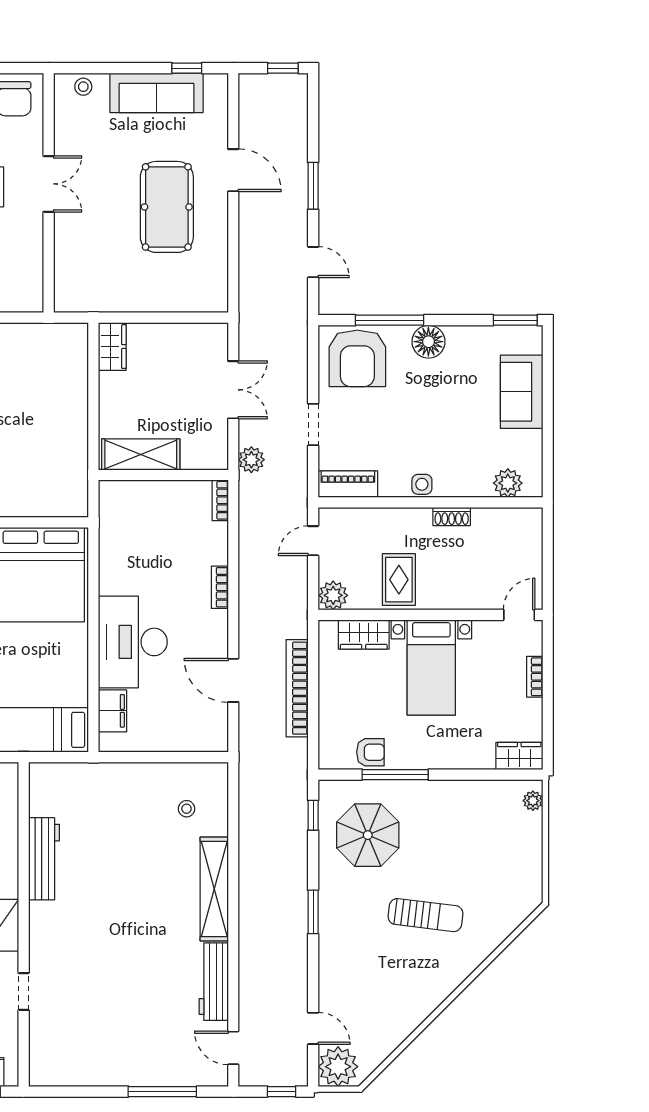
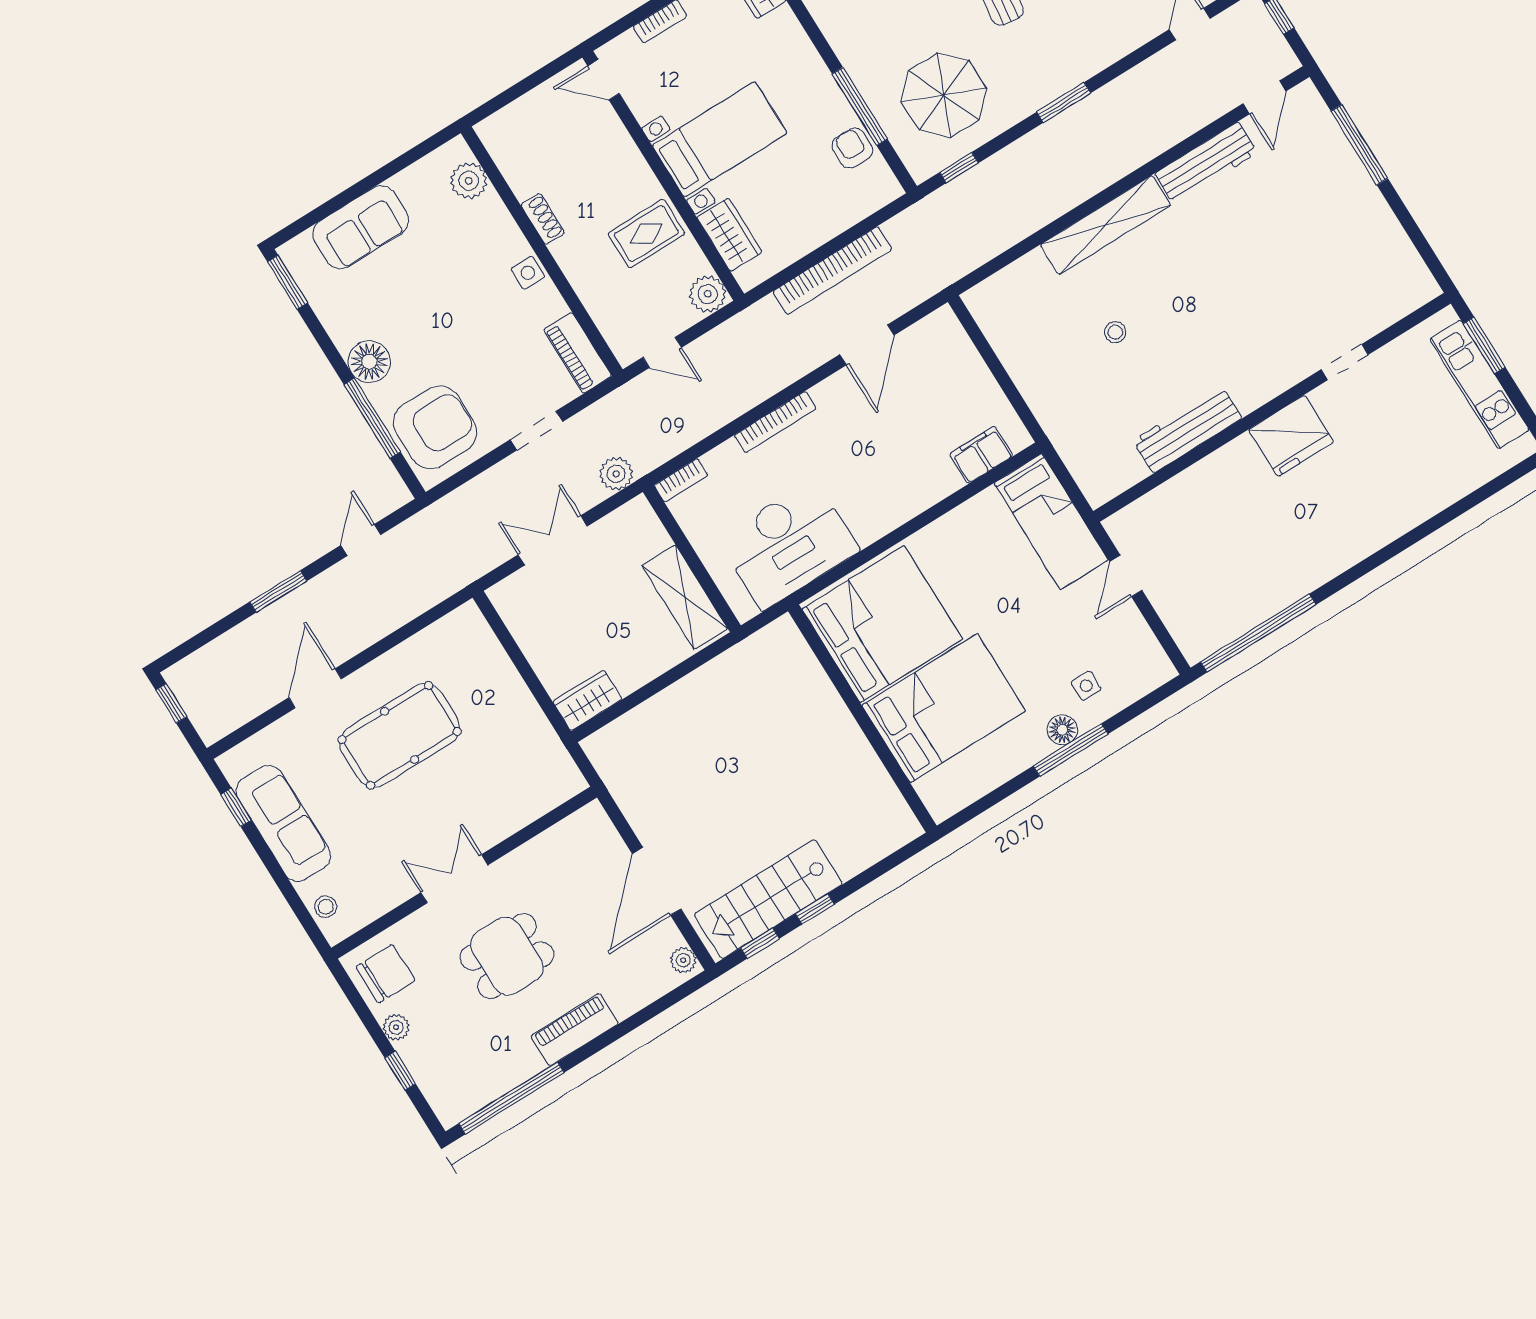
bookcase: (220, 587) -> (775, 422), width x1.56
desk: (133, 642) -> (788, 544), moved
stool: (187, 809) -> (1115, 332), moved

